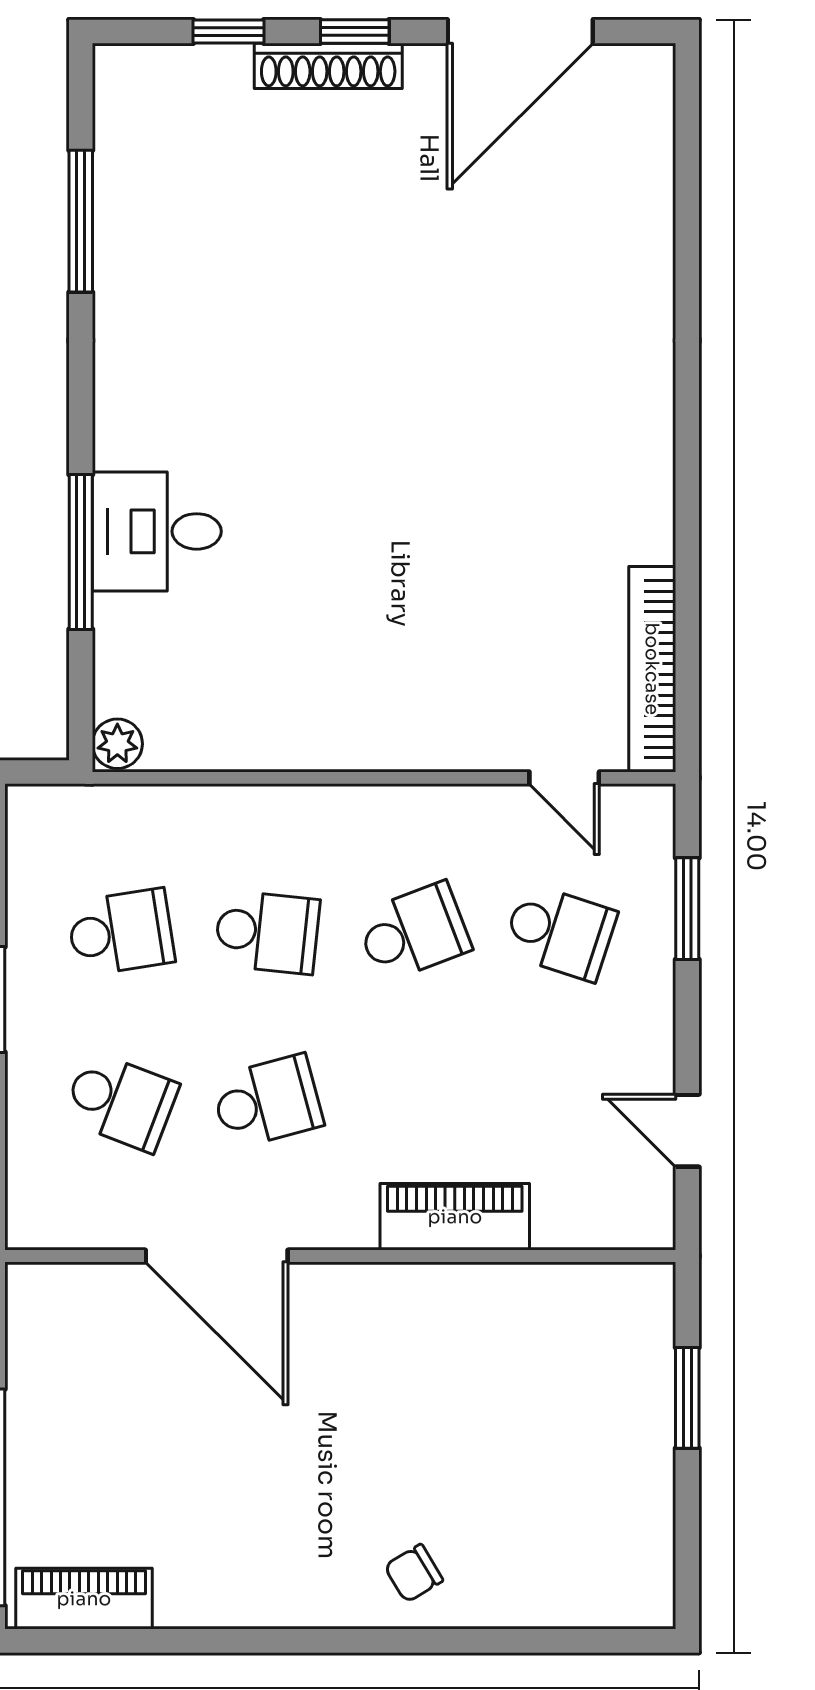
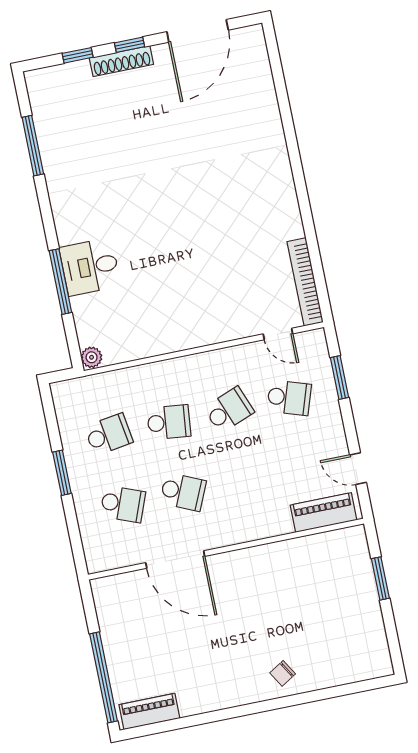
school desk: (267, 1102) -> (183, 492), turned 39
piano: (455, 1217) -> (324, 513), moved

